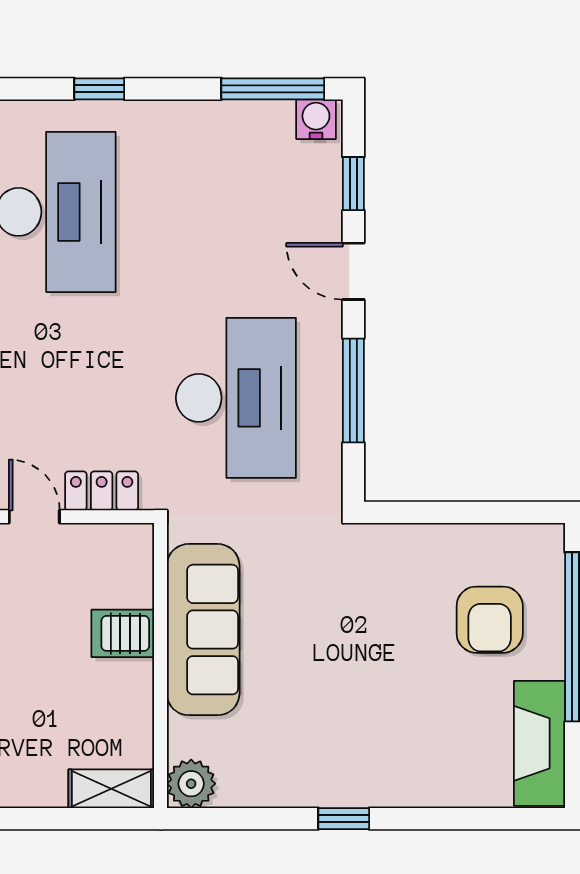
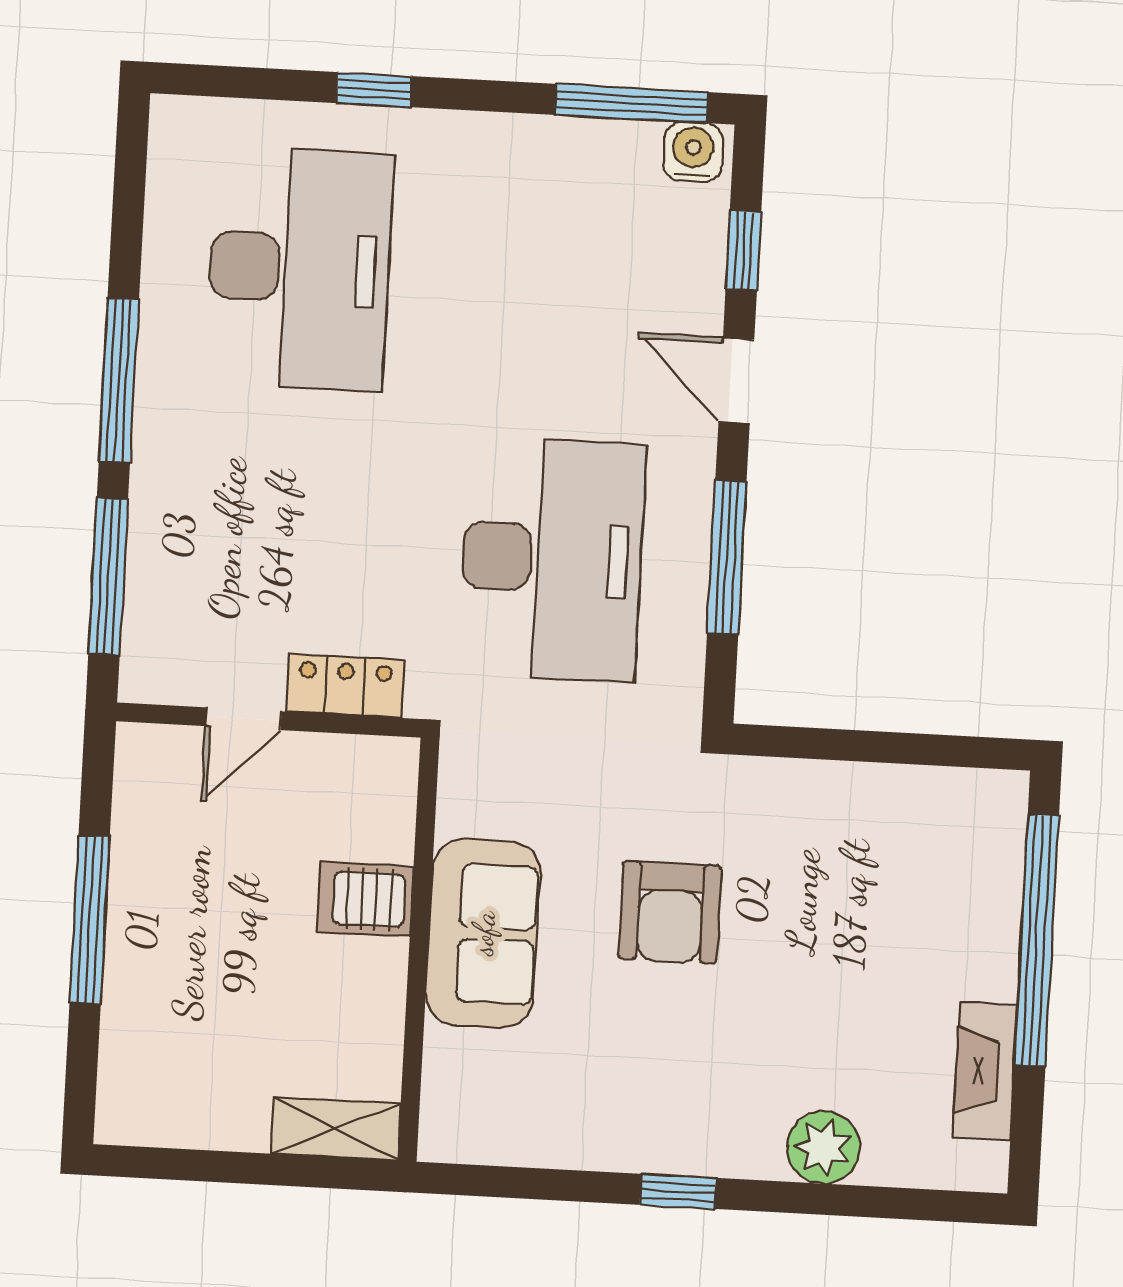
door: (34, 517) -> (243, 719), swing flipped
armchair: (490, 620) -> (670, 912), moved
sofa: (203, 630) -> (483, 933), width x0.73
fireplace: (539, 743) -> (985, 1071), width x0.73, depth x0.76
plant: (191, 784) -> (824, 1147), moved

